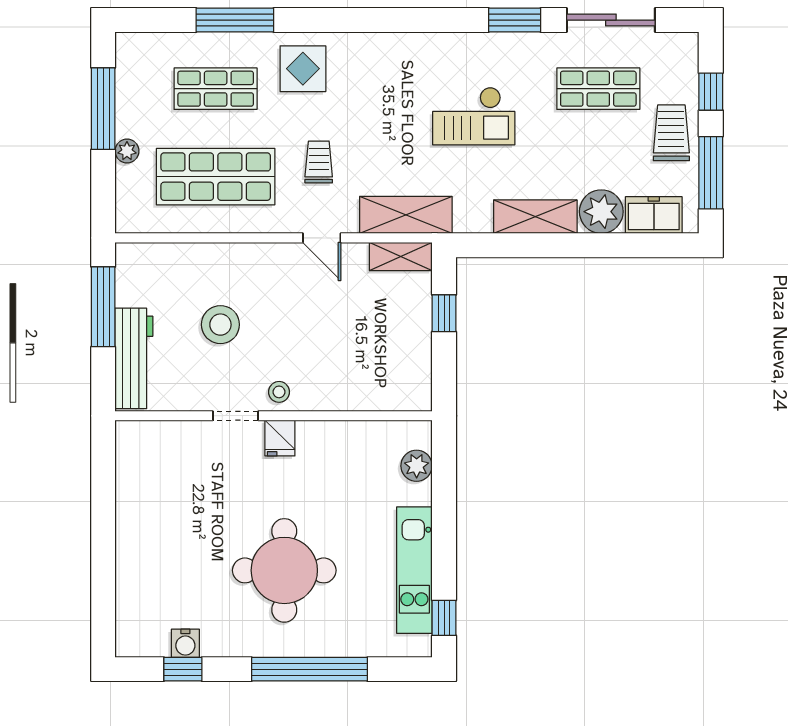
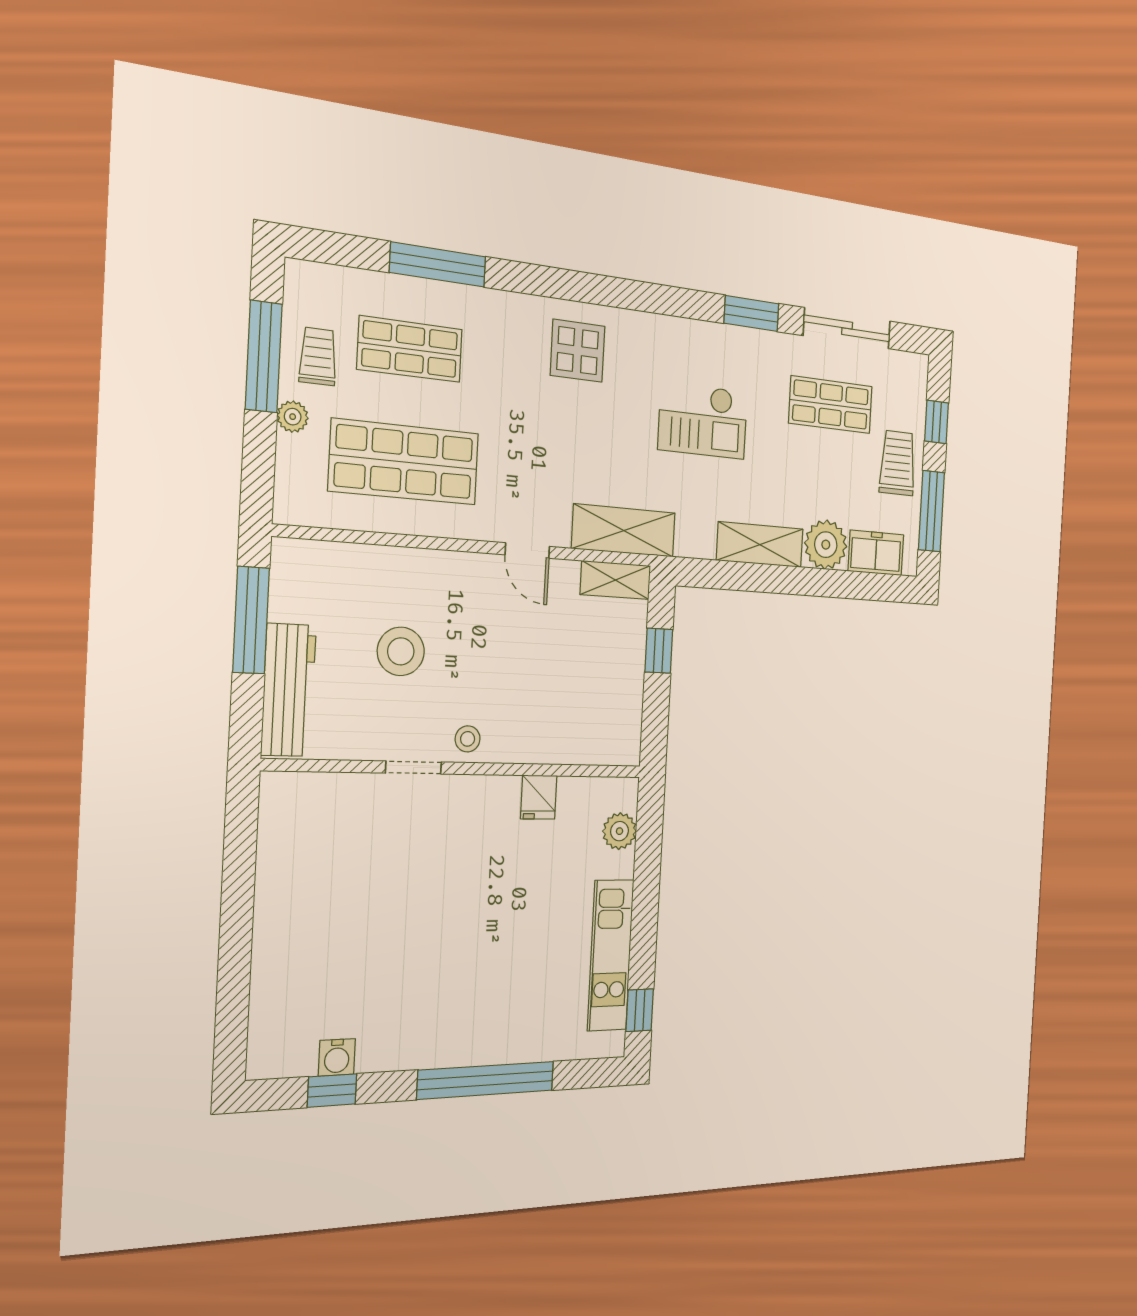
display table: (303, 69) -> (578, 351), moved
trolley: (319, 162) -> (318, 356), moved
fridge: (280, 438) -> (539, 797), moved
round table: (284, 570) -> (463, 960), removed

